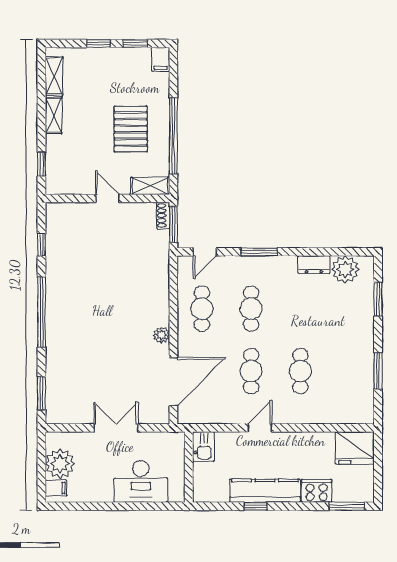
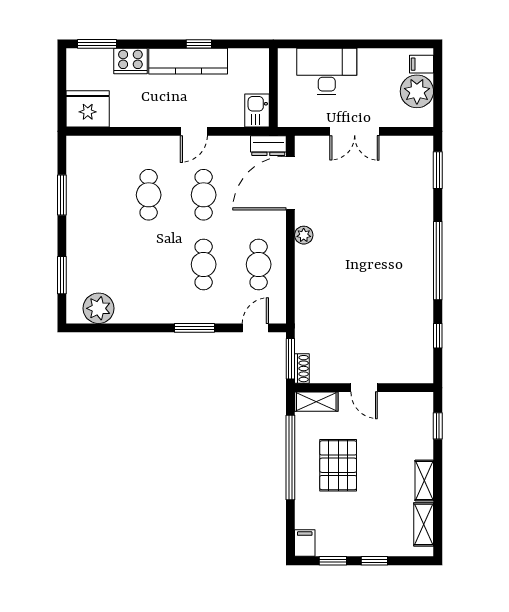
dresser: (314, 265) -> (268, 146), moved, turned 180

